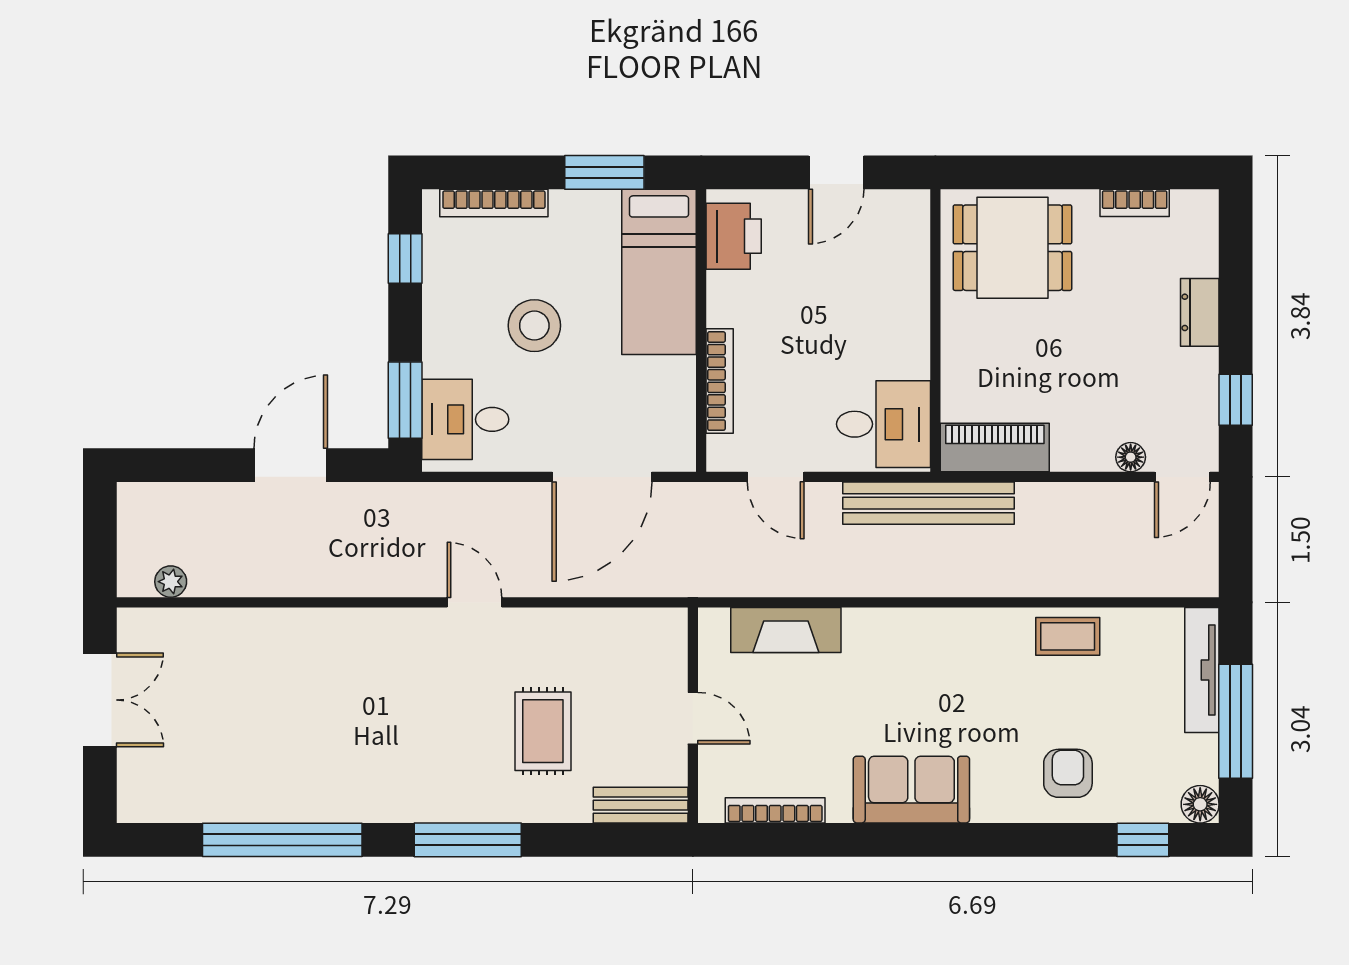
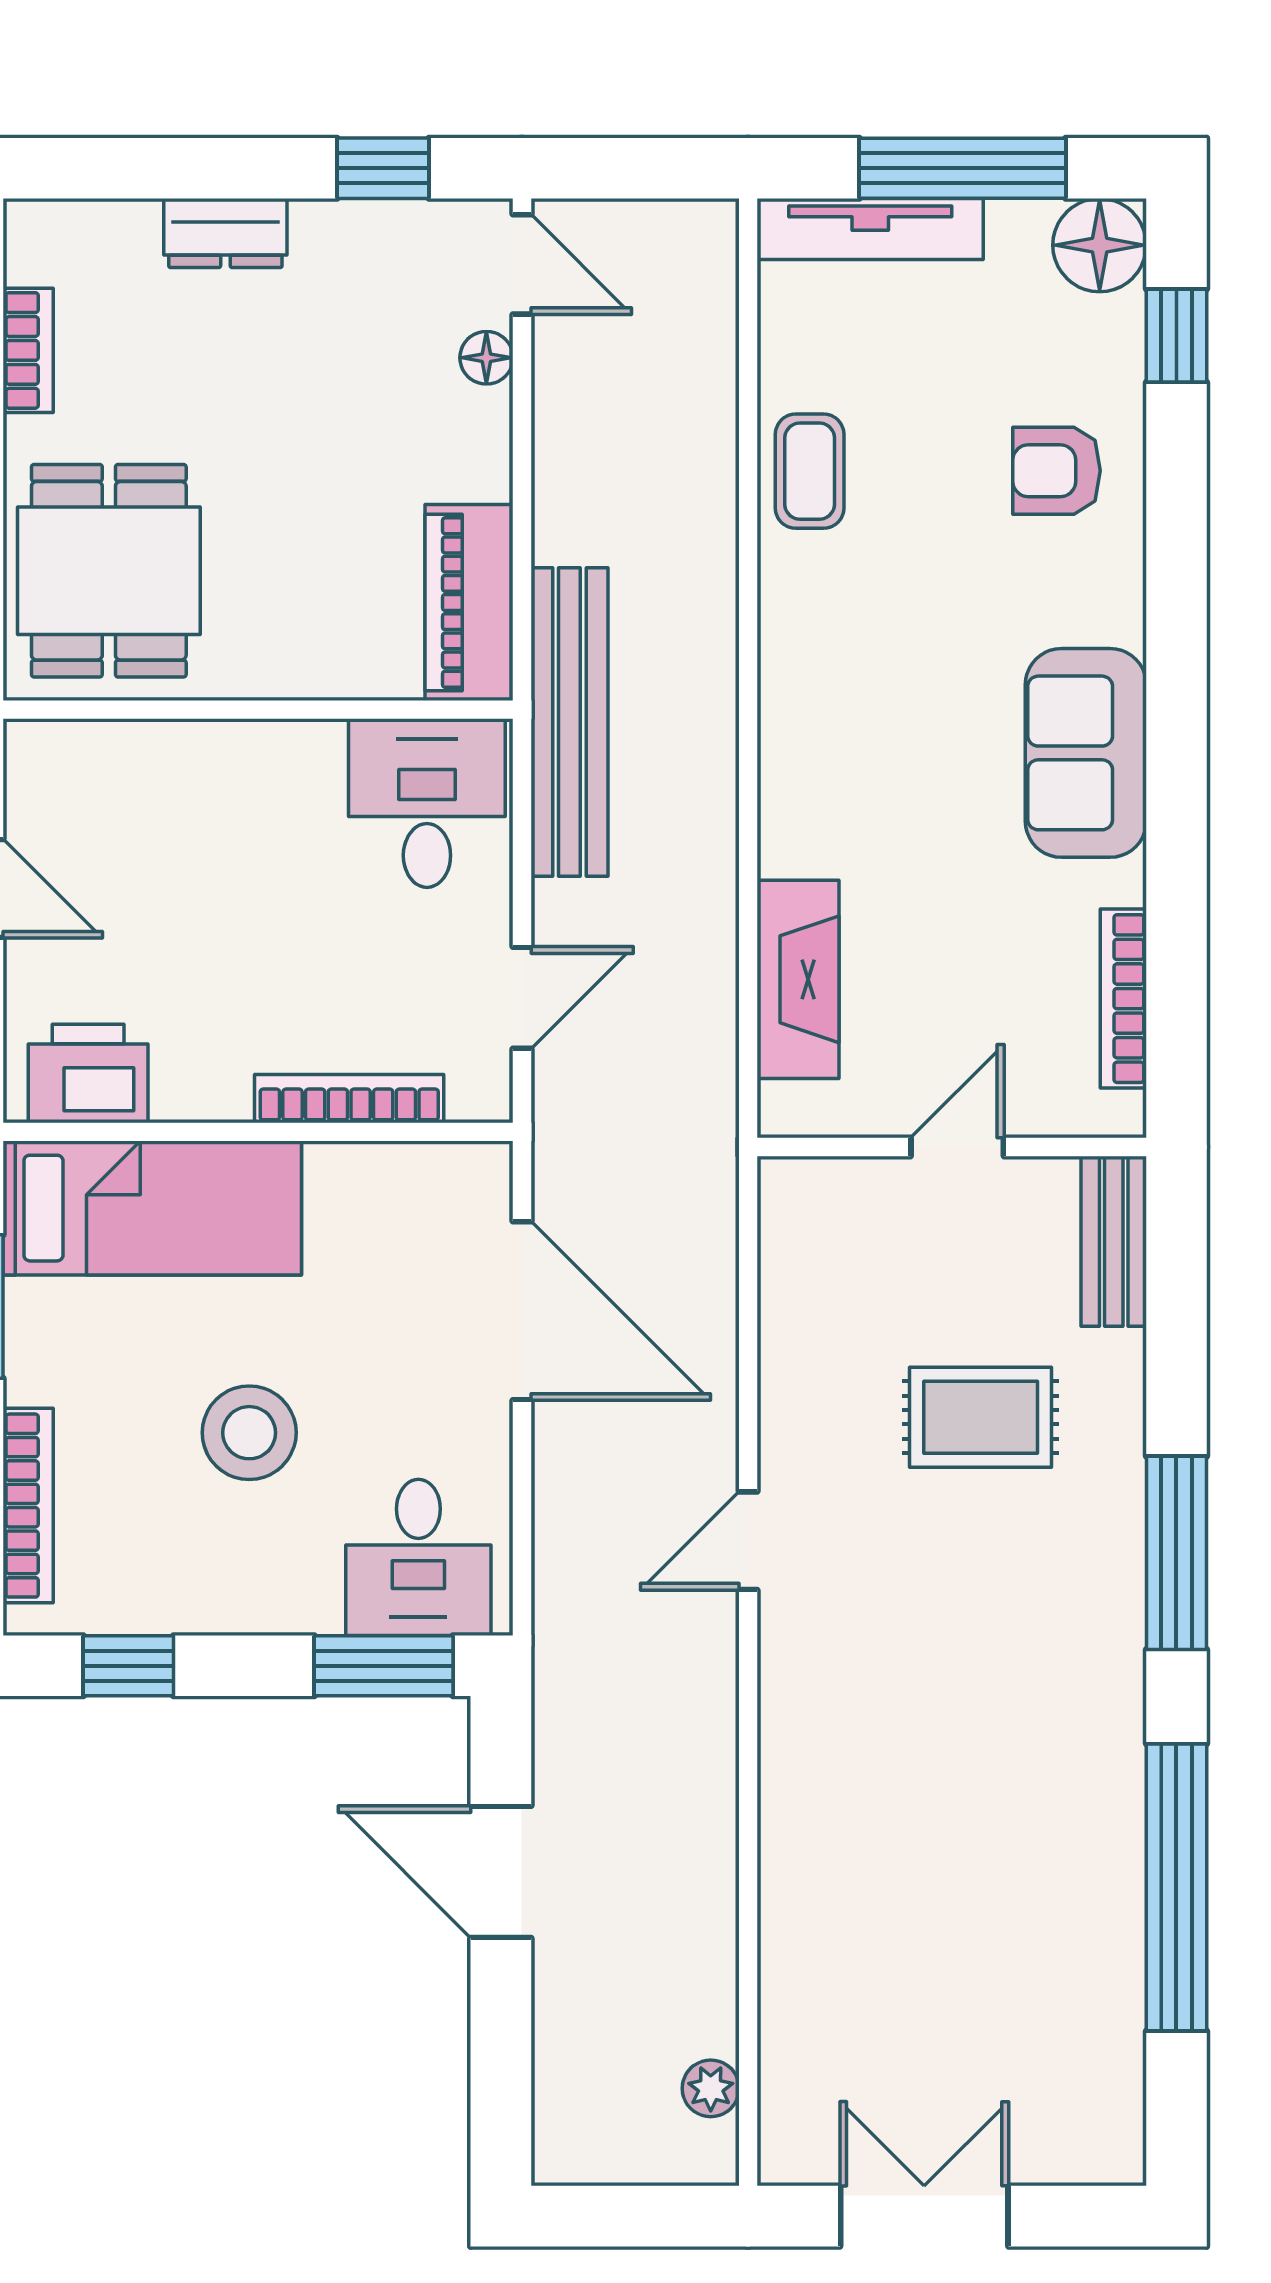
floor lamp: (1200, 804) -> (1100, 245), width x1.38, depth x1.38

